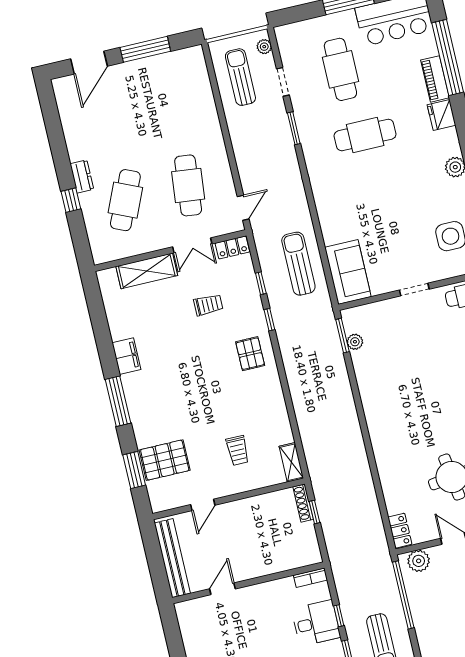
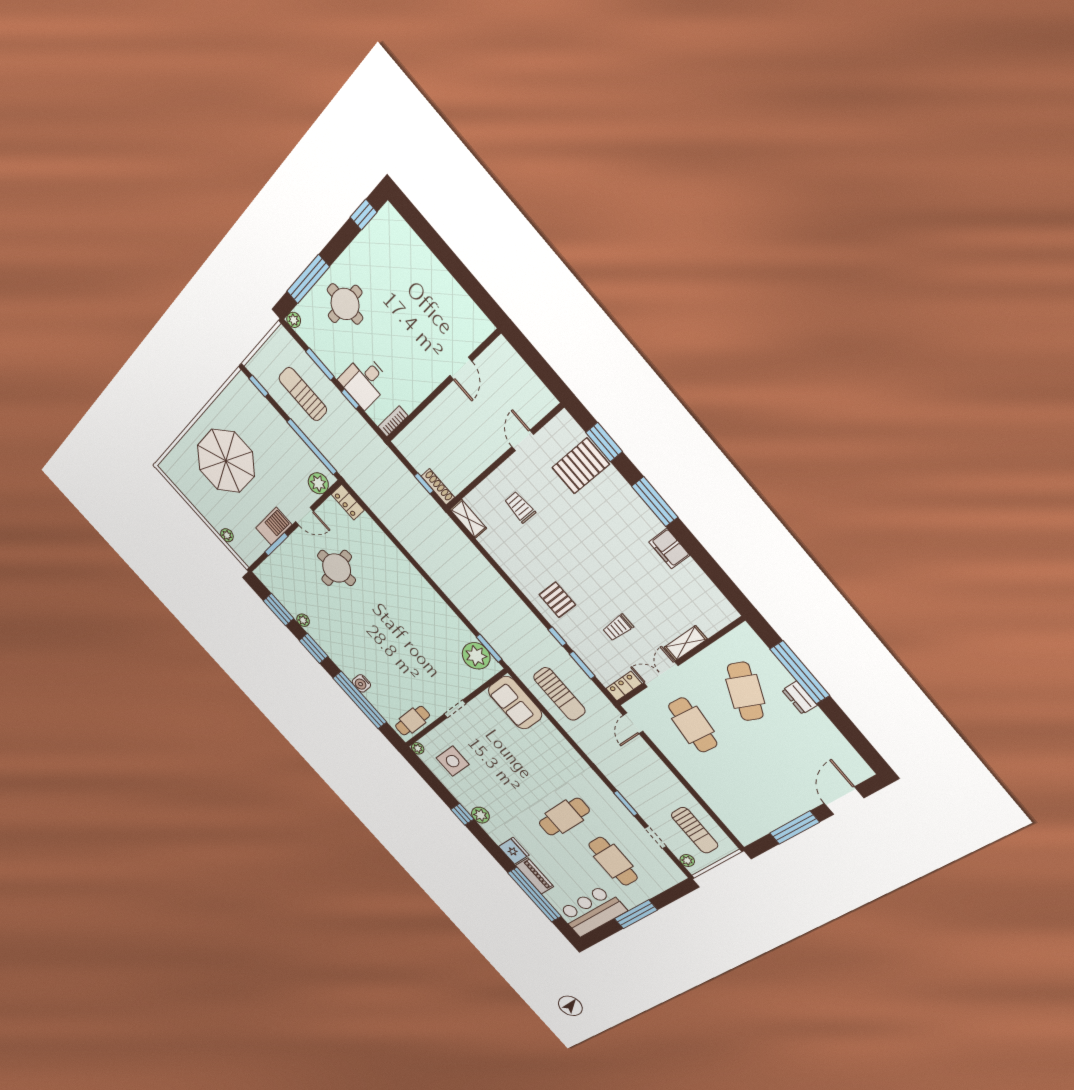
window: (71, 200) -> (800, 672), width x3.17
shelving: (147, 271) -> (685, 643), width x0.67, depth x0.75
window: (261, 283) -> (582, 665), width x1.50
plant: (355, 342) -> (476, 656), width x1.88, depth x1.88
bench: (172, 558) -> (522, 373), removed

